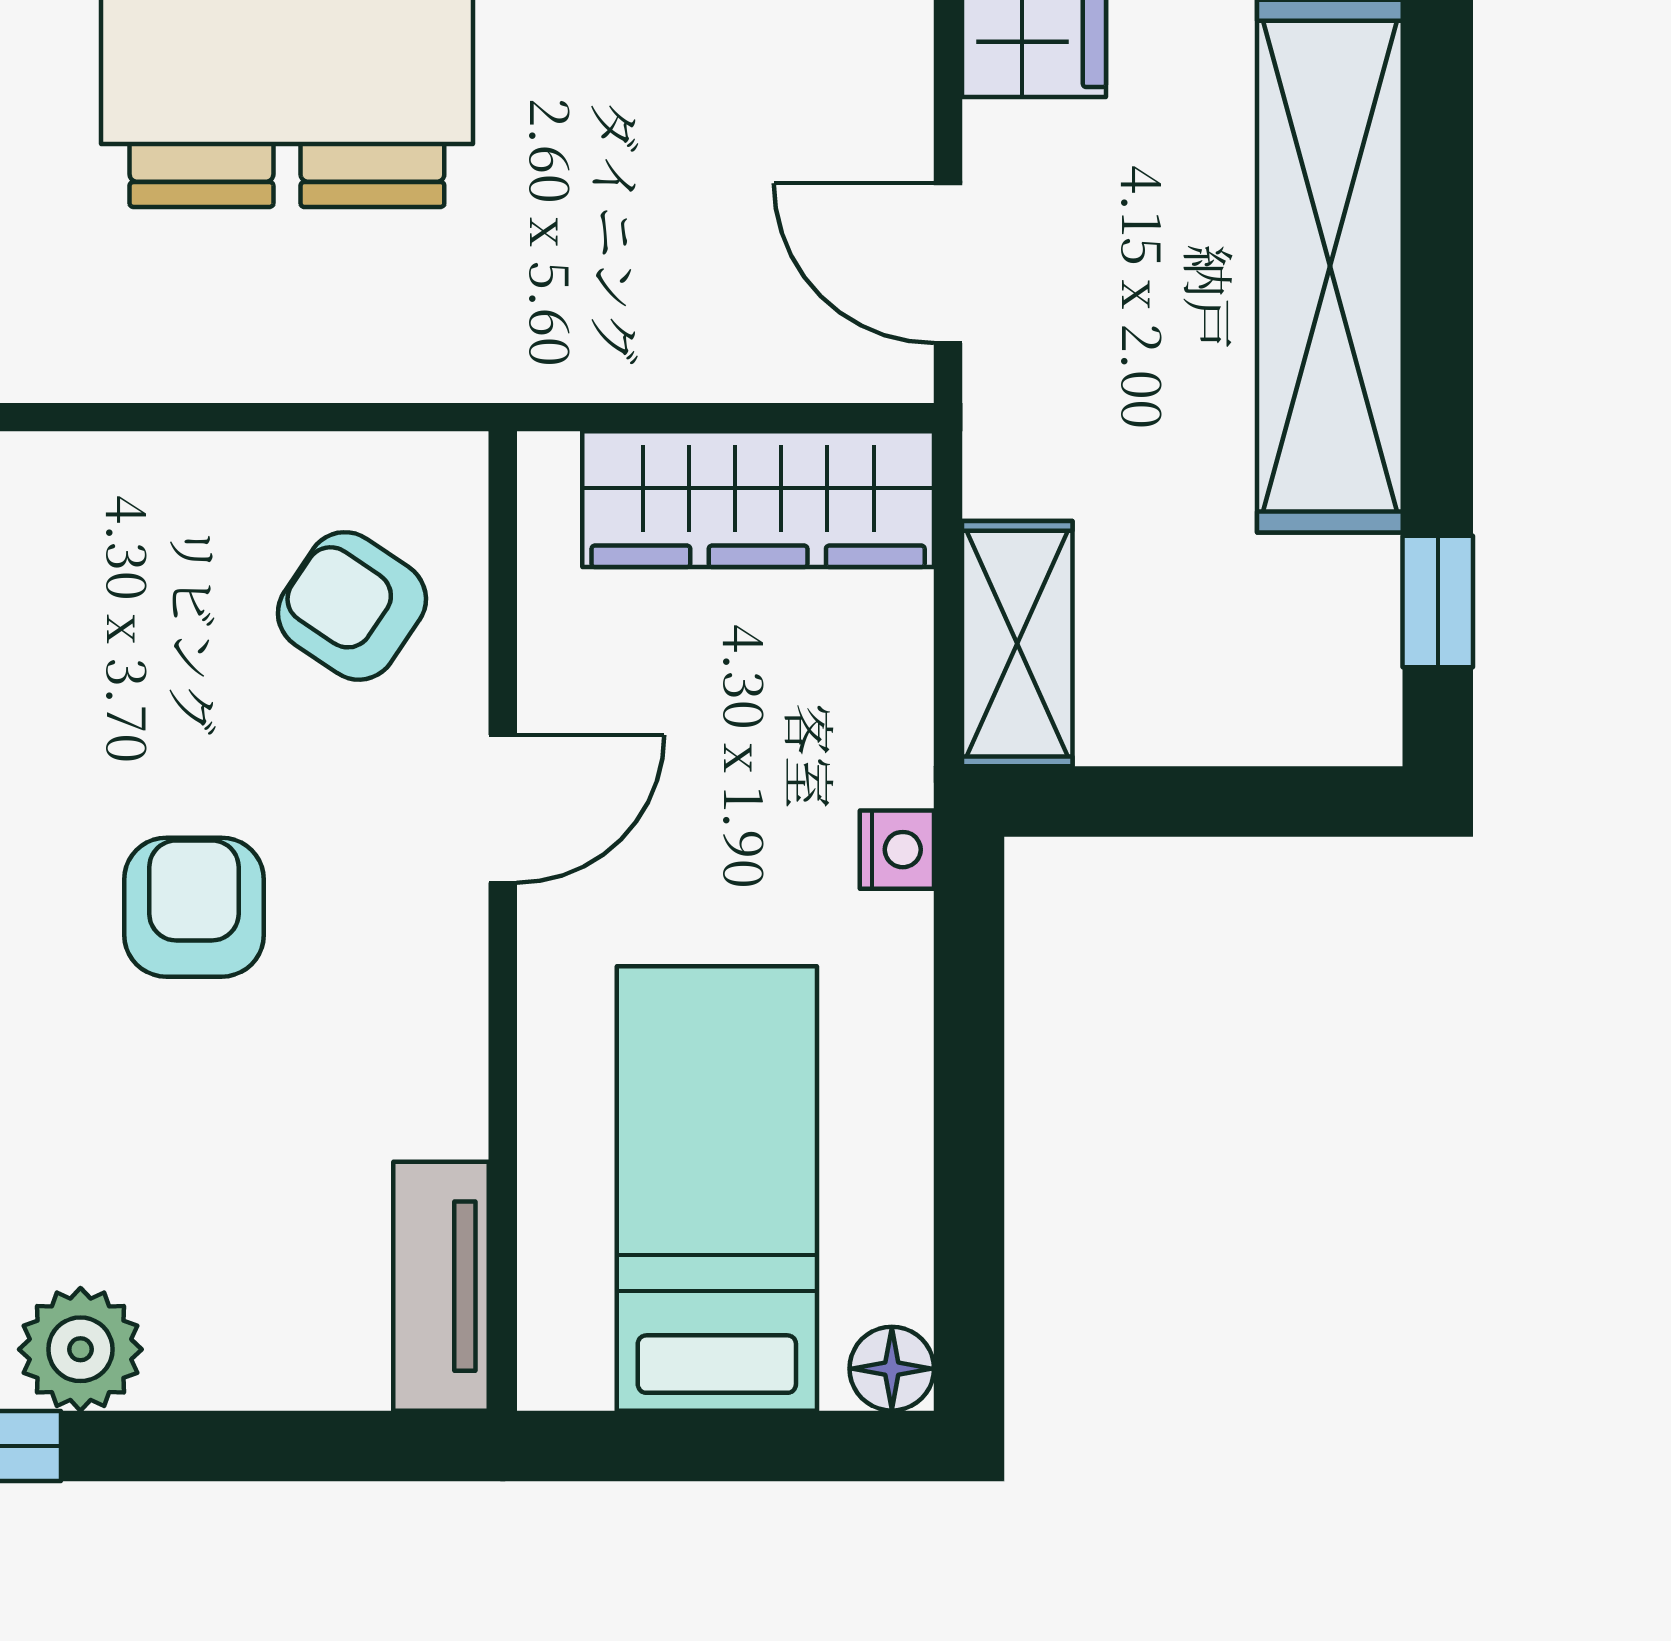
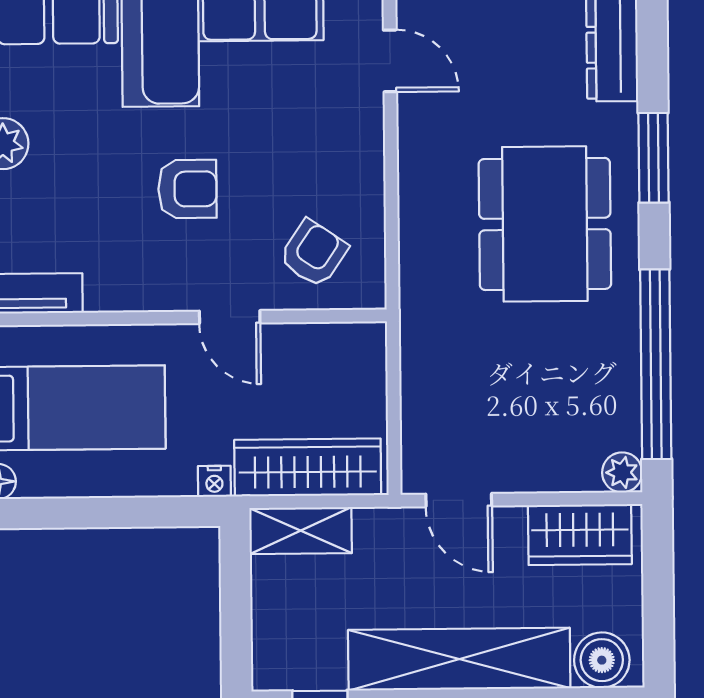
door: (948, 263) -> (459, 500), swing flipped
wardrobe: (758, 499) -> (308, 467), moved, turned 90

